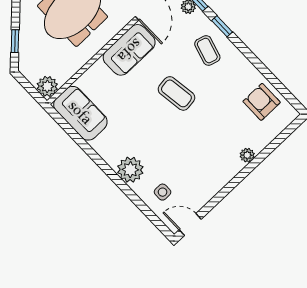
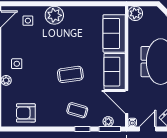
armchair: (262, 102) -> (26, 113), turned 180
sofa: (80, 113) -> (114, 33), moved, turned 90
side table: (219, 161) -> (17, 64), added

